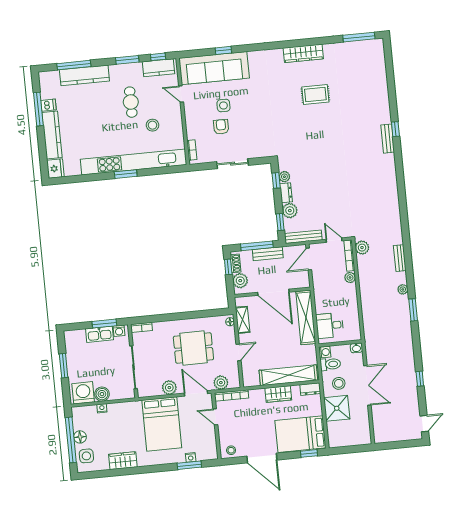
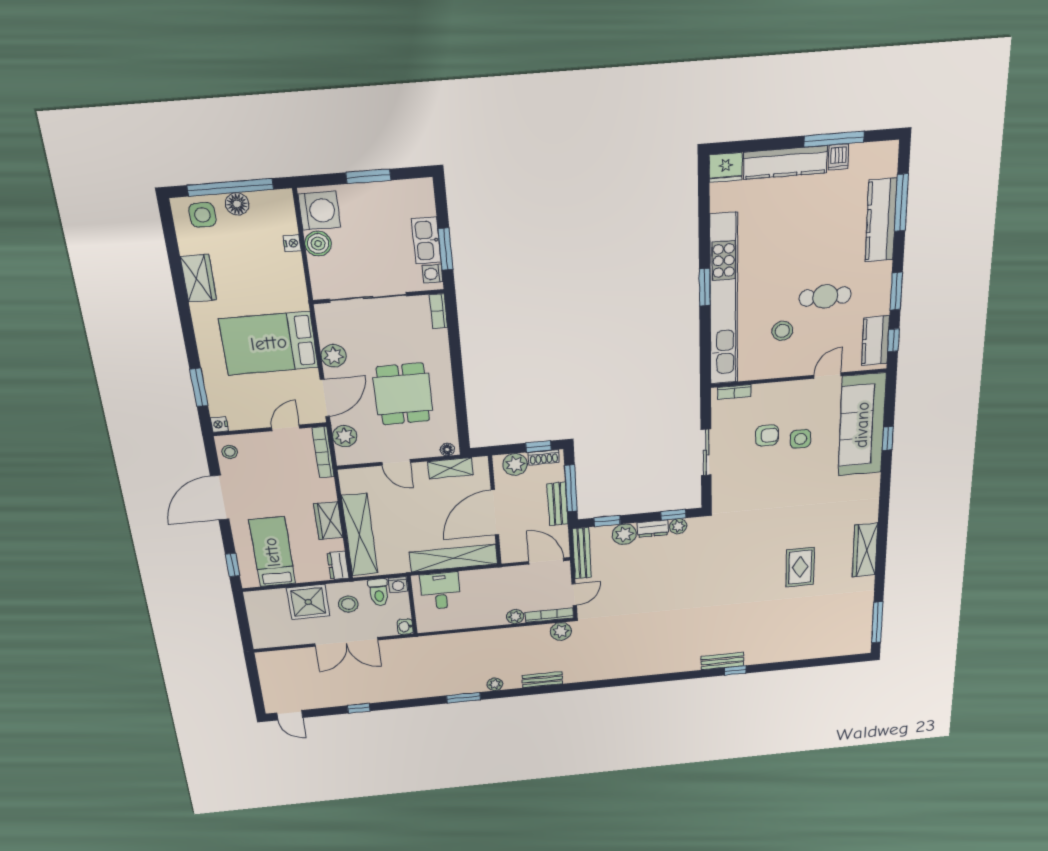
bed: (301, 434) -> (272, 552), width x0.67
nightstand: (191, 457) -> (219, 424), moved

